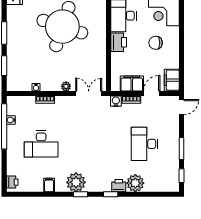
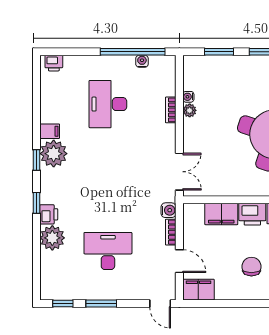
filing cabinet: (132, 84) -> (221, 214), moved, turned 90
plant: (66, 86) -> (190, 110), moved
filing cabinet: (49, 185) -> (50, 131), moved

